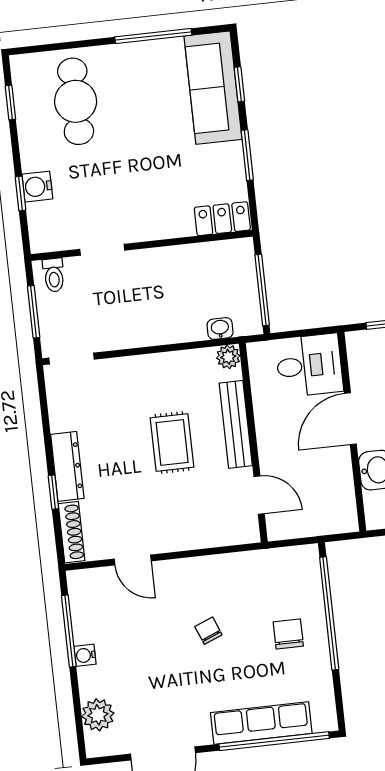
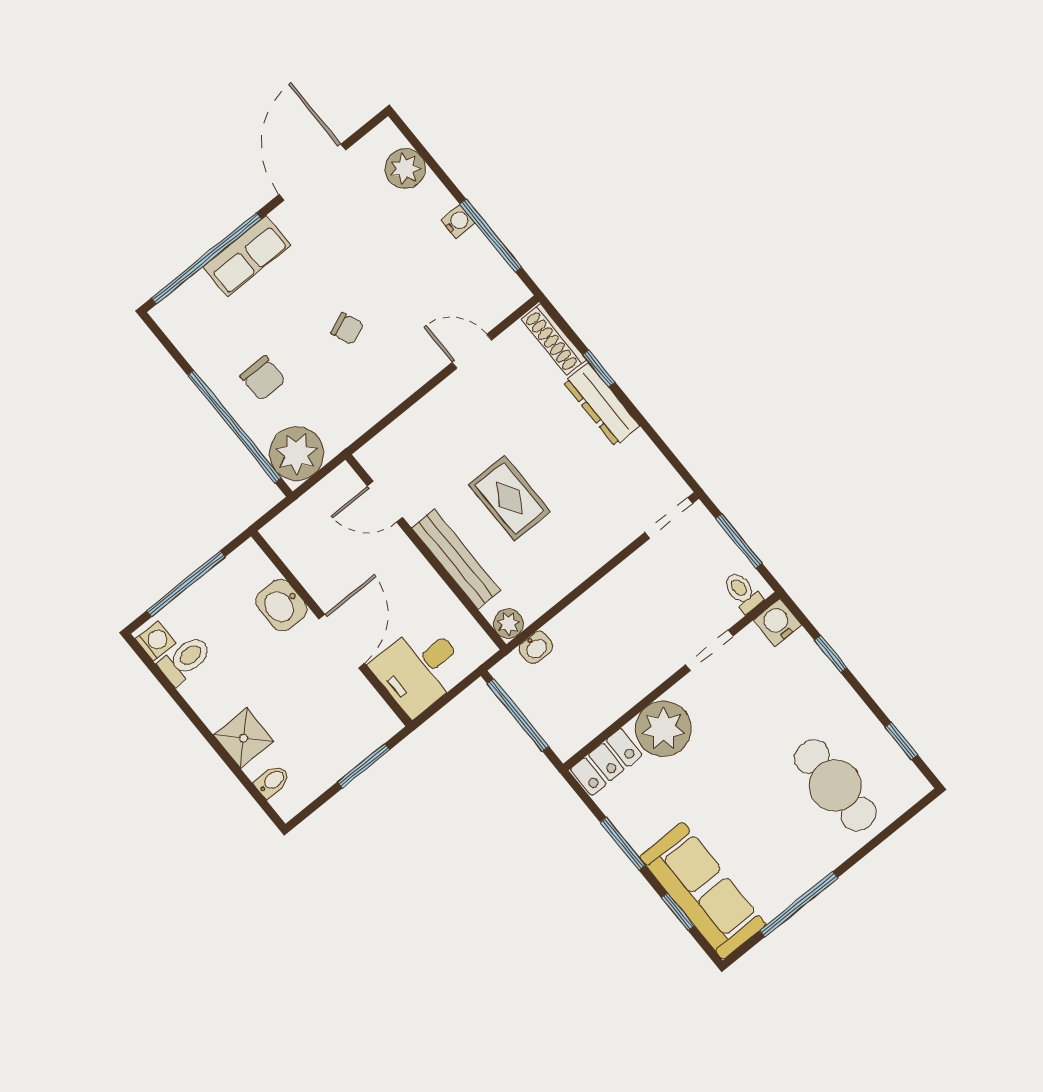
water cooler: (37, 187) -> (778, 622), moved, turned -90
plant: (169, 216) -> (663, 729), added
plant: (298, 567) -> (297, 454), added
row of seats: (261, 723) -> (247, 256), width x0.68

